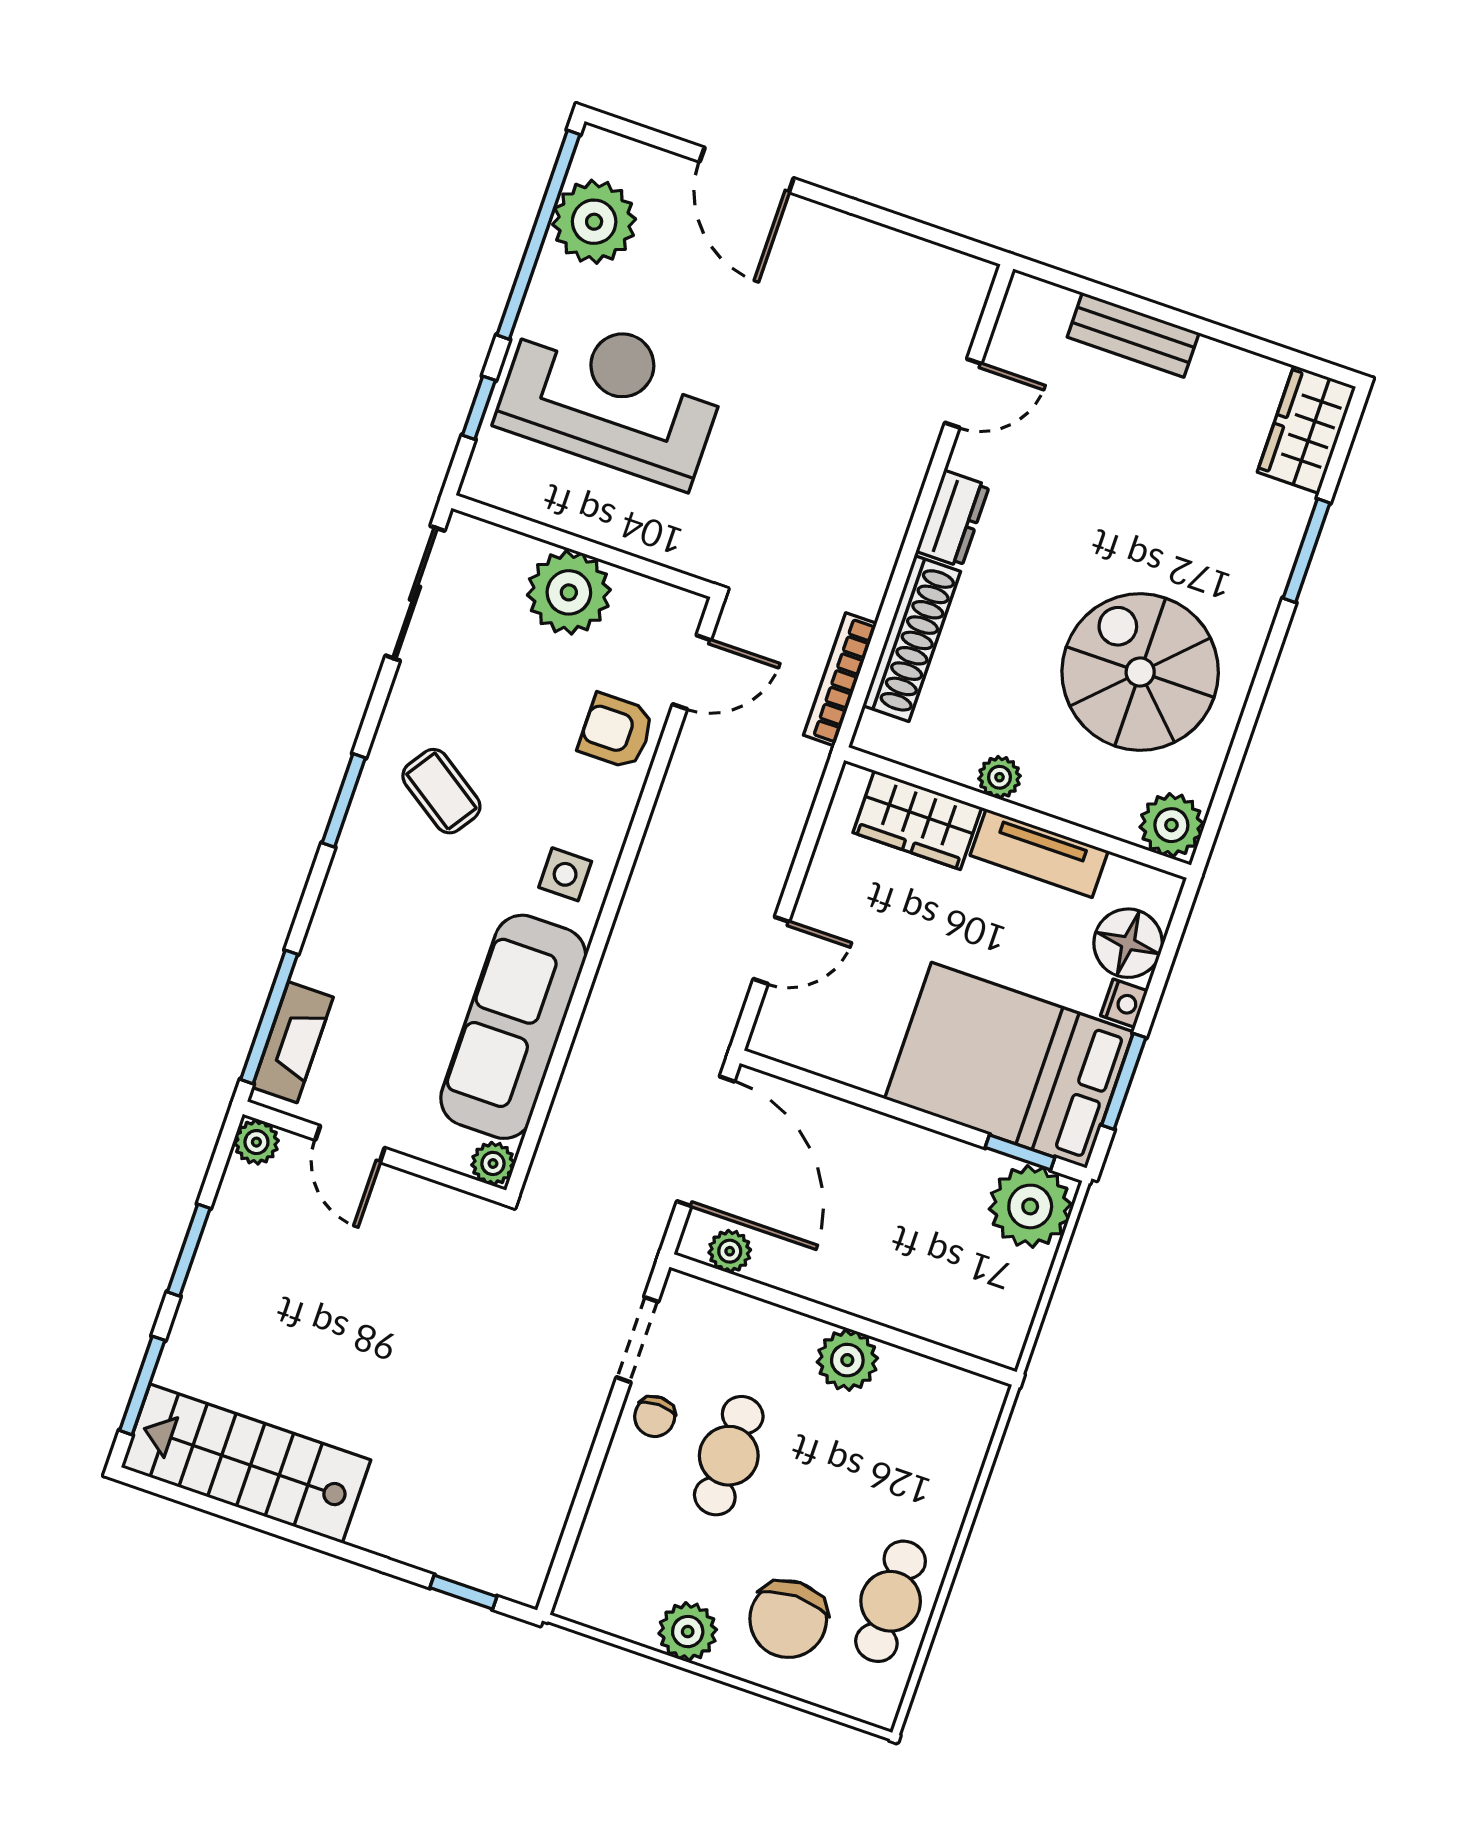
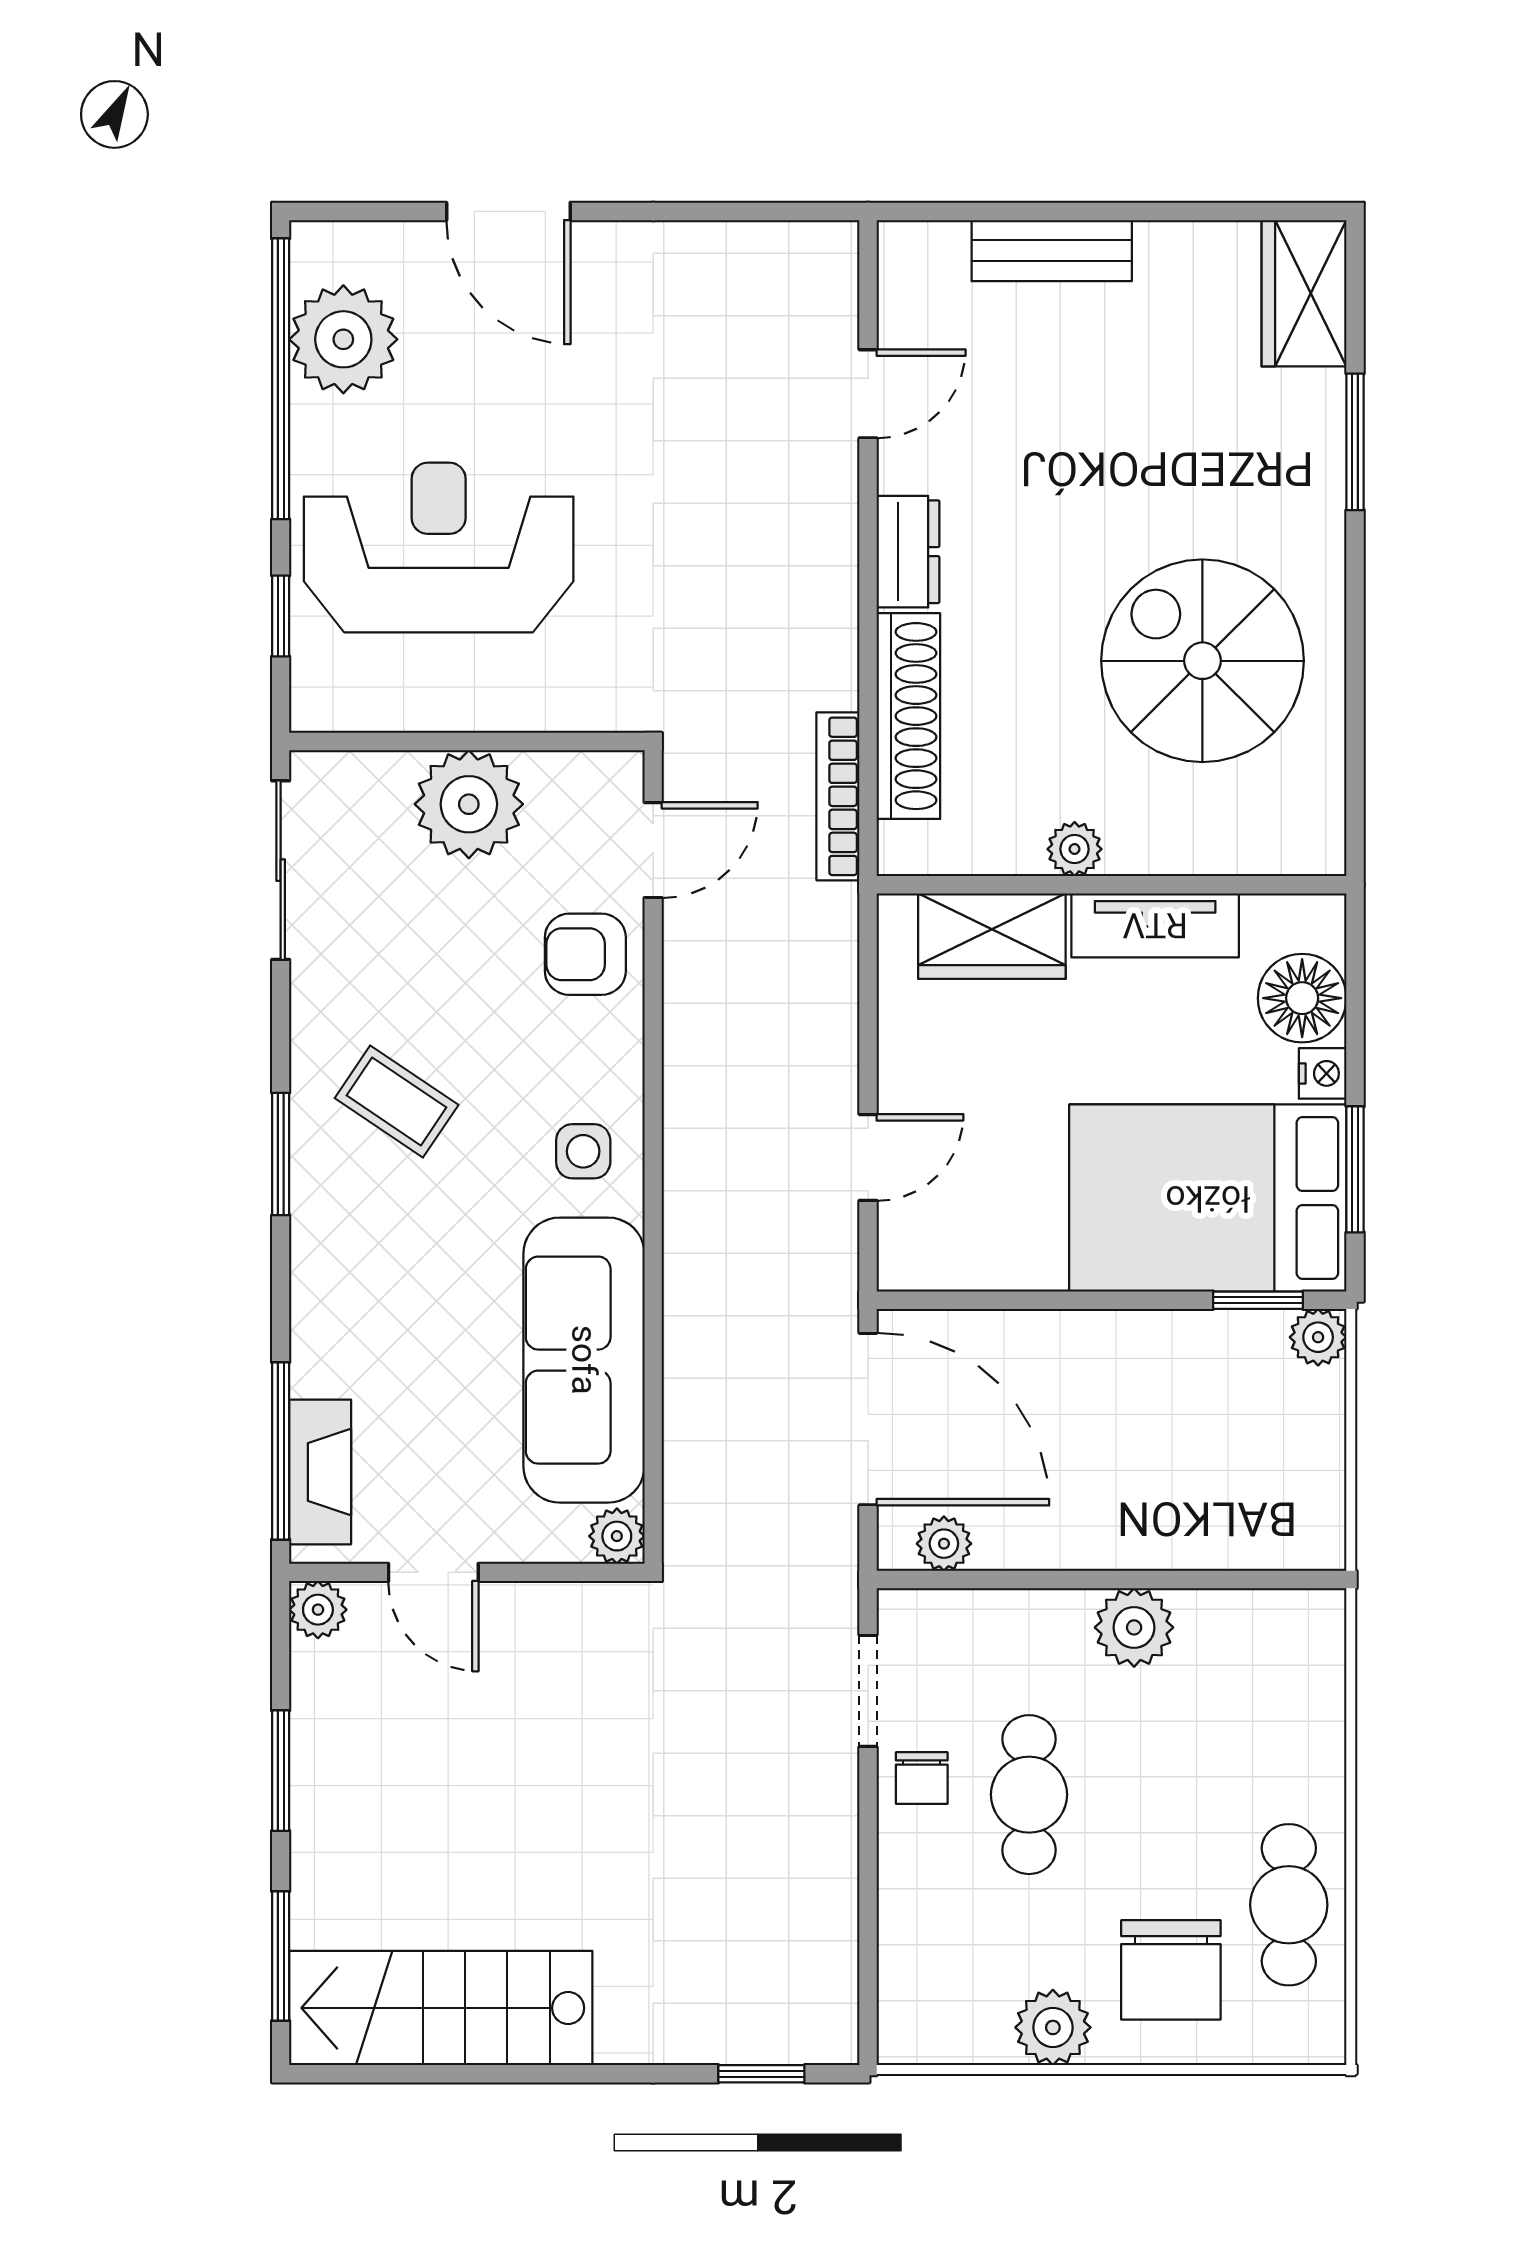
plant: (1171, 825) -> (1305, 835), removed
plant: (1030, 1206) -> (1318, 1337), width x0.53, depth x0.53

